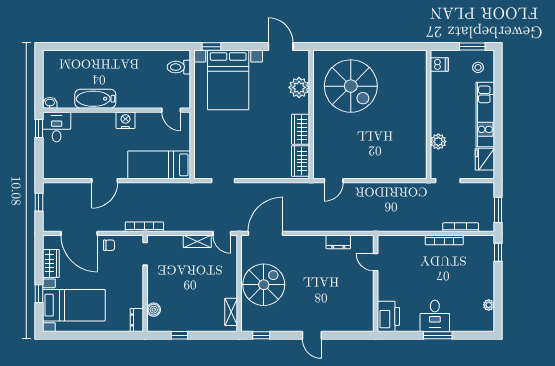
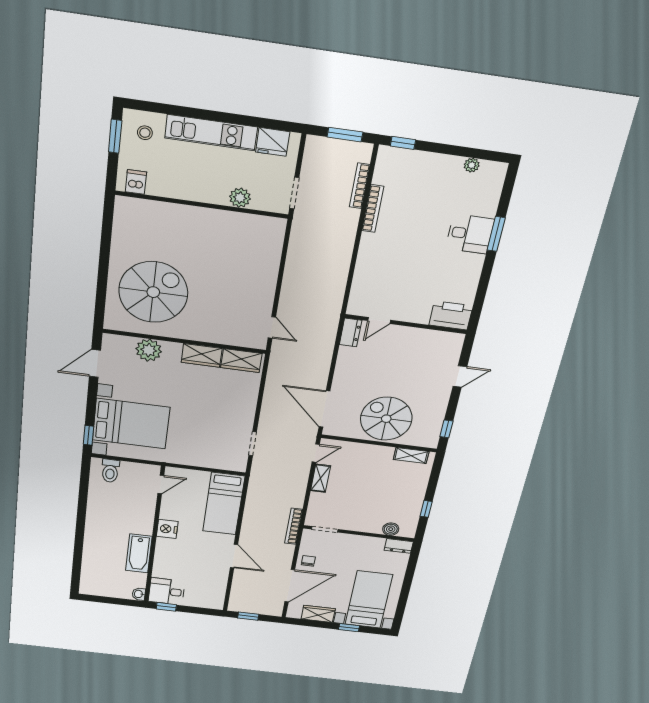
door: (376, 262) -> (379, 320), moved
wall: (376, 283) -> (406, 324), moved
printer: (388, 316) -> (451, 315), moved

